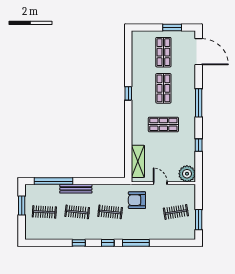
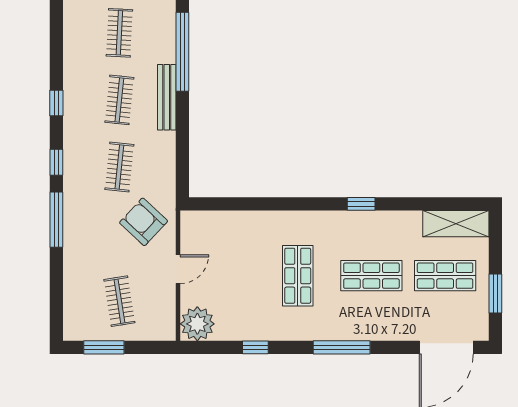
shelving: (138, 161) -> (456, 224), moved
armchair: (137, 200) -> (144, 222), turned -47

